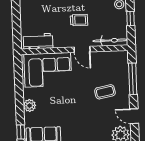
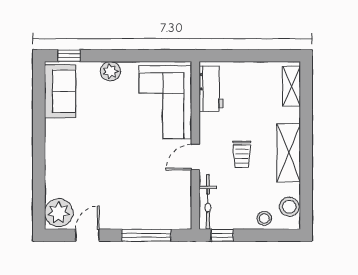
window: (130, 18) -> (222, 235), moved
coffee table: (105, 92) -> (127, 191), removed

